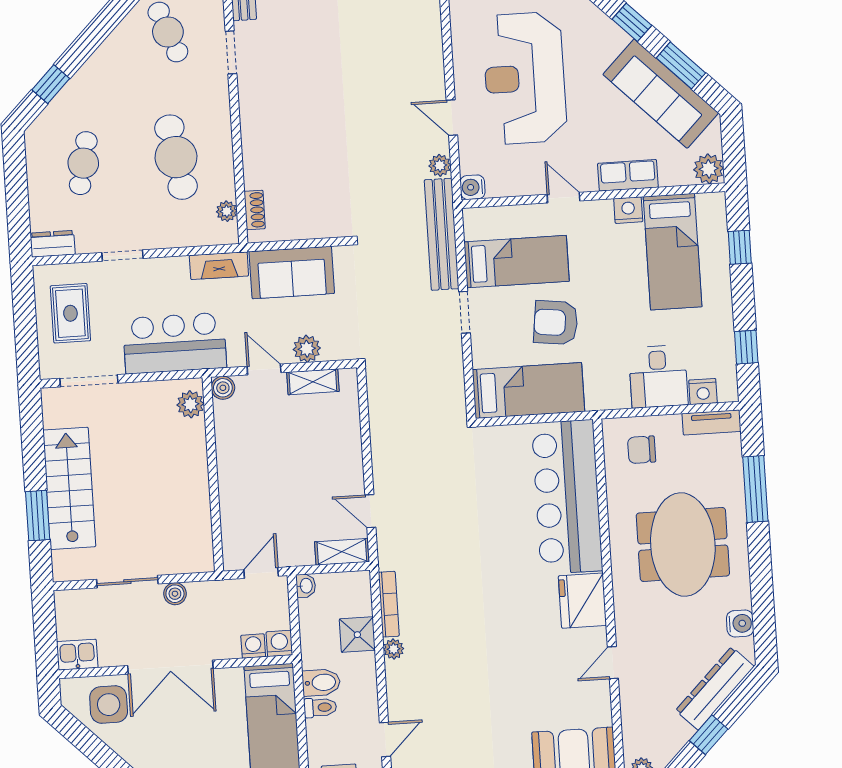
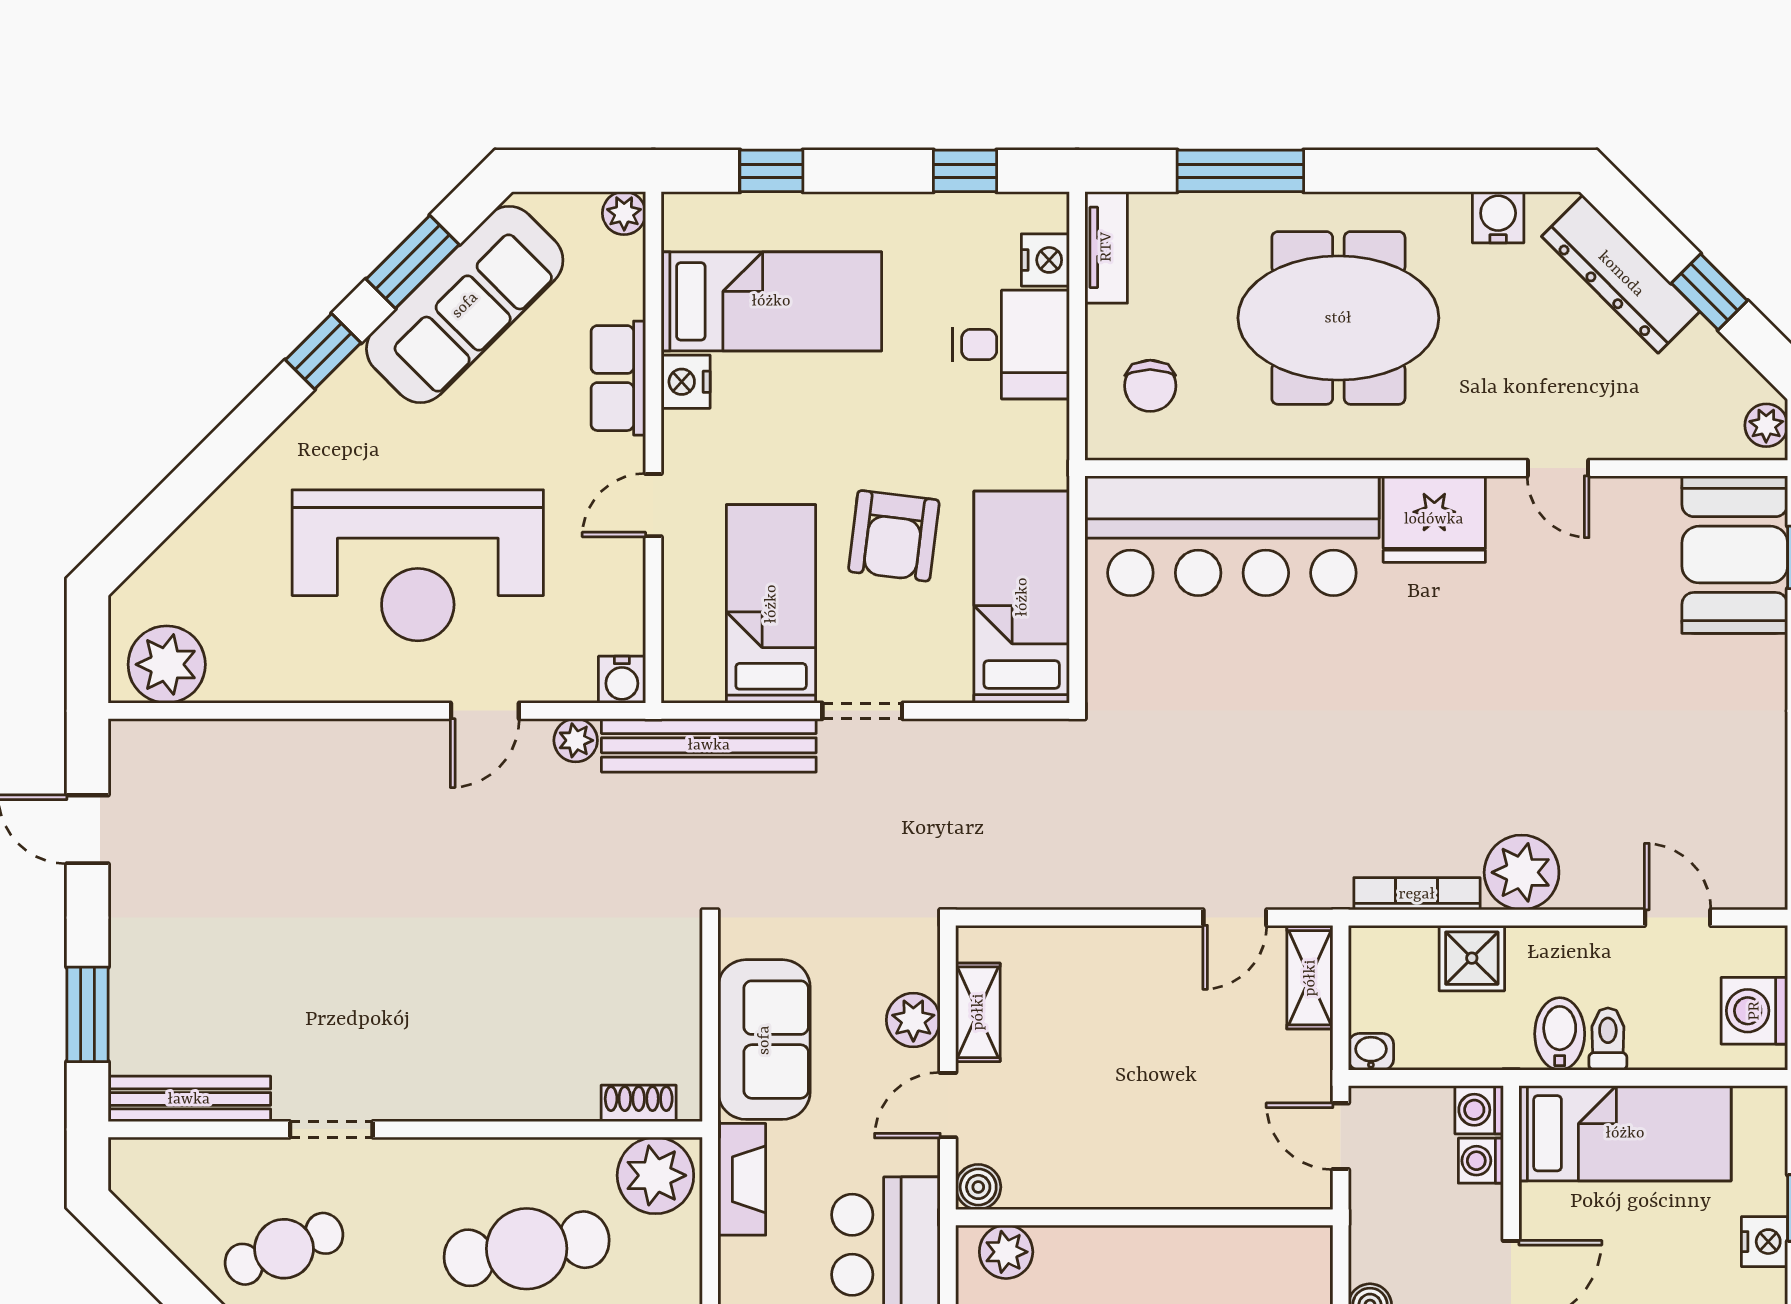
plant: (709, 169) -> (624, 213), width x0.73, depth x0.73
plant: (227, 211) -> (655, 1175), width x1.88, depth x1.88
plant: (394, 649) -> (1522, 872), width x1.88, depth x1.88

